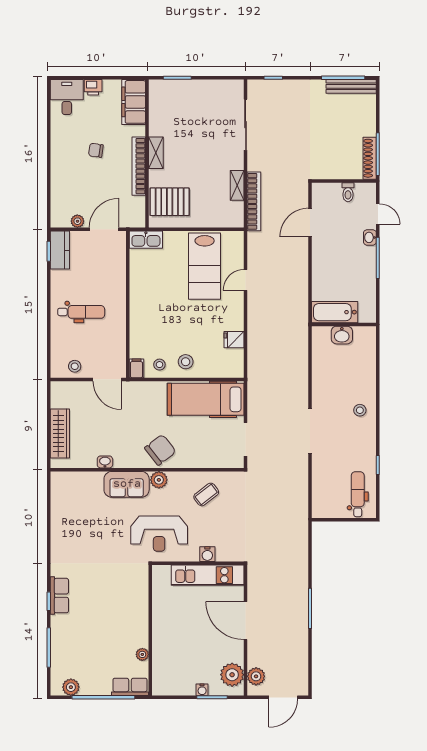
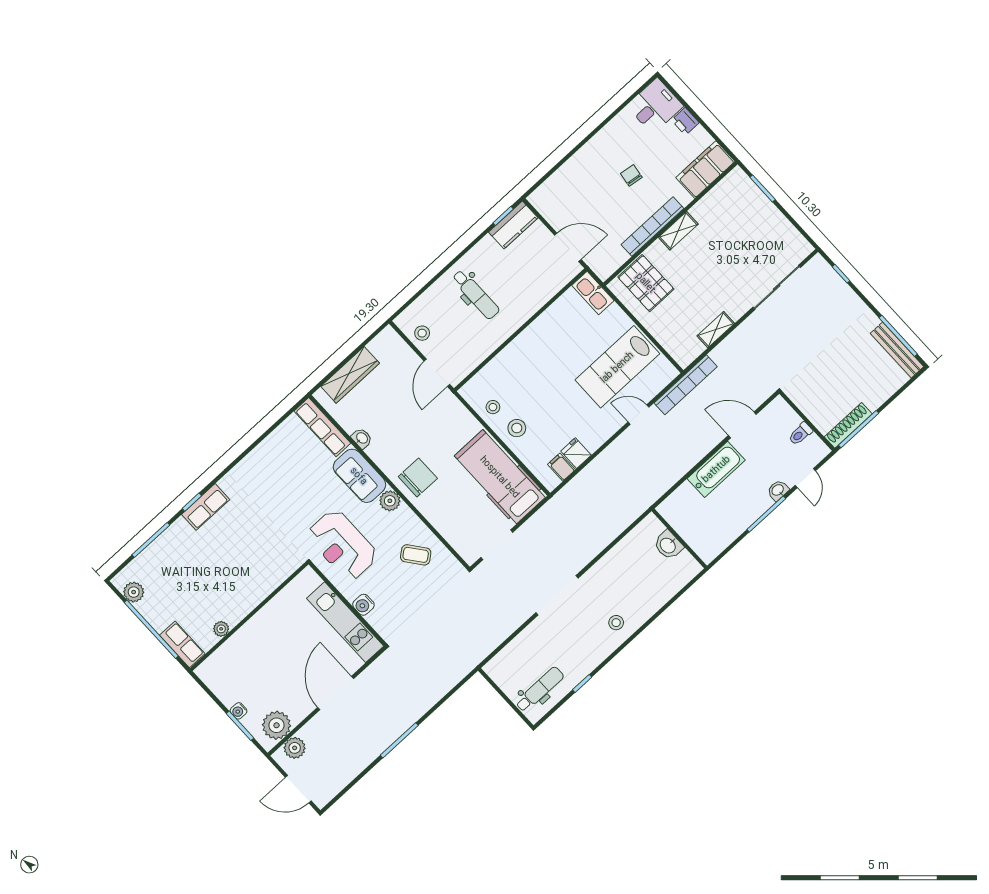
bookcase: (254, 201) -> (686, 385), moved
plant: (77, 221) -> (553, 217), removed
bathtub: (335, 312) -> (716, 469), moved, turned 90
filing cabinet: (136, 368) -> (561, 467), moved, turned -90
chair: (160, 450) -> (418, 477), turned -52
row of seats: (76, 480) -> (322, 427), added

